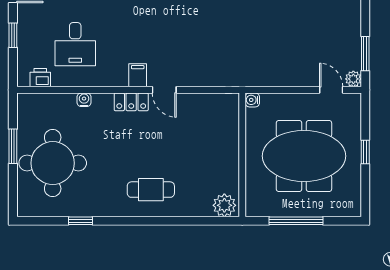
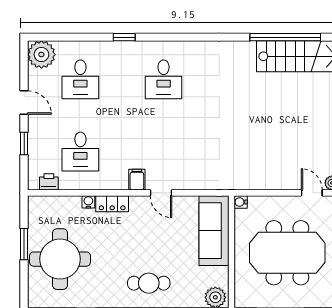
locker: (131, 102) -> (112, 204), moved
sofa: (223, 132) -> (214, 231), added

